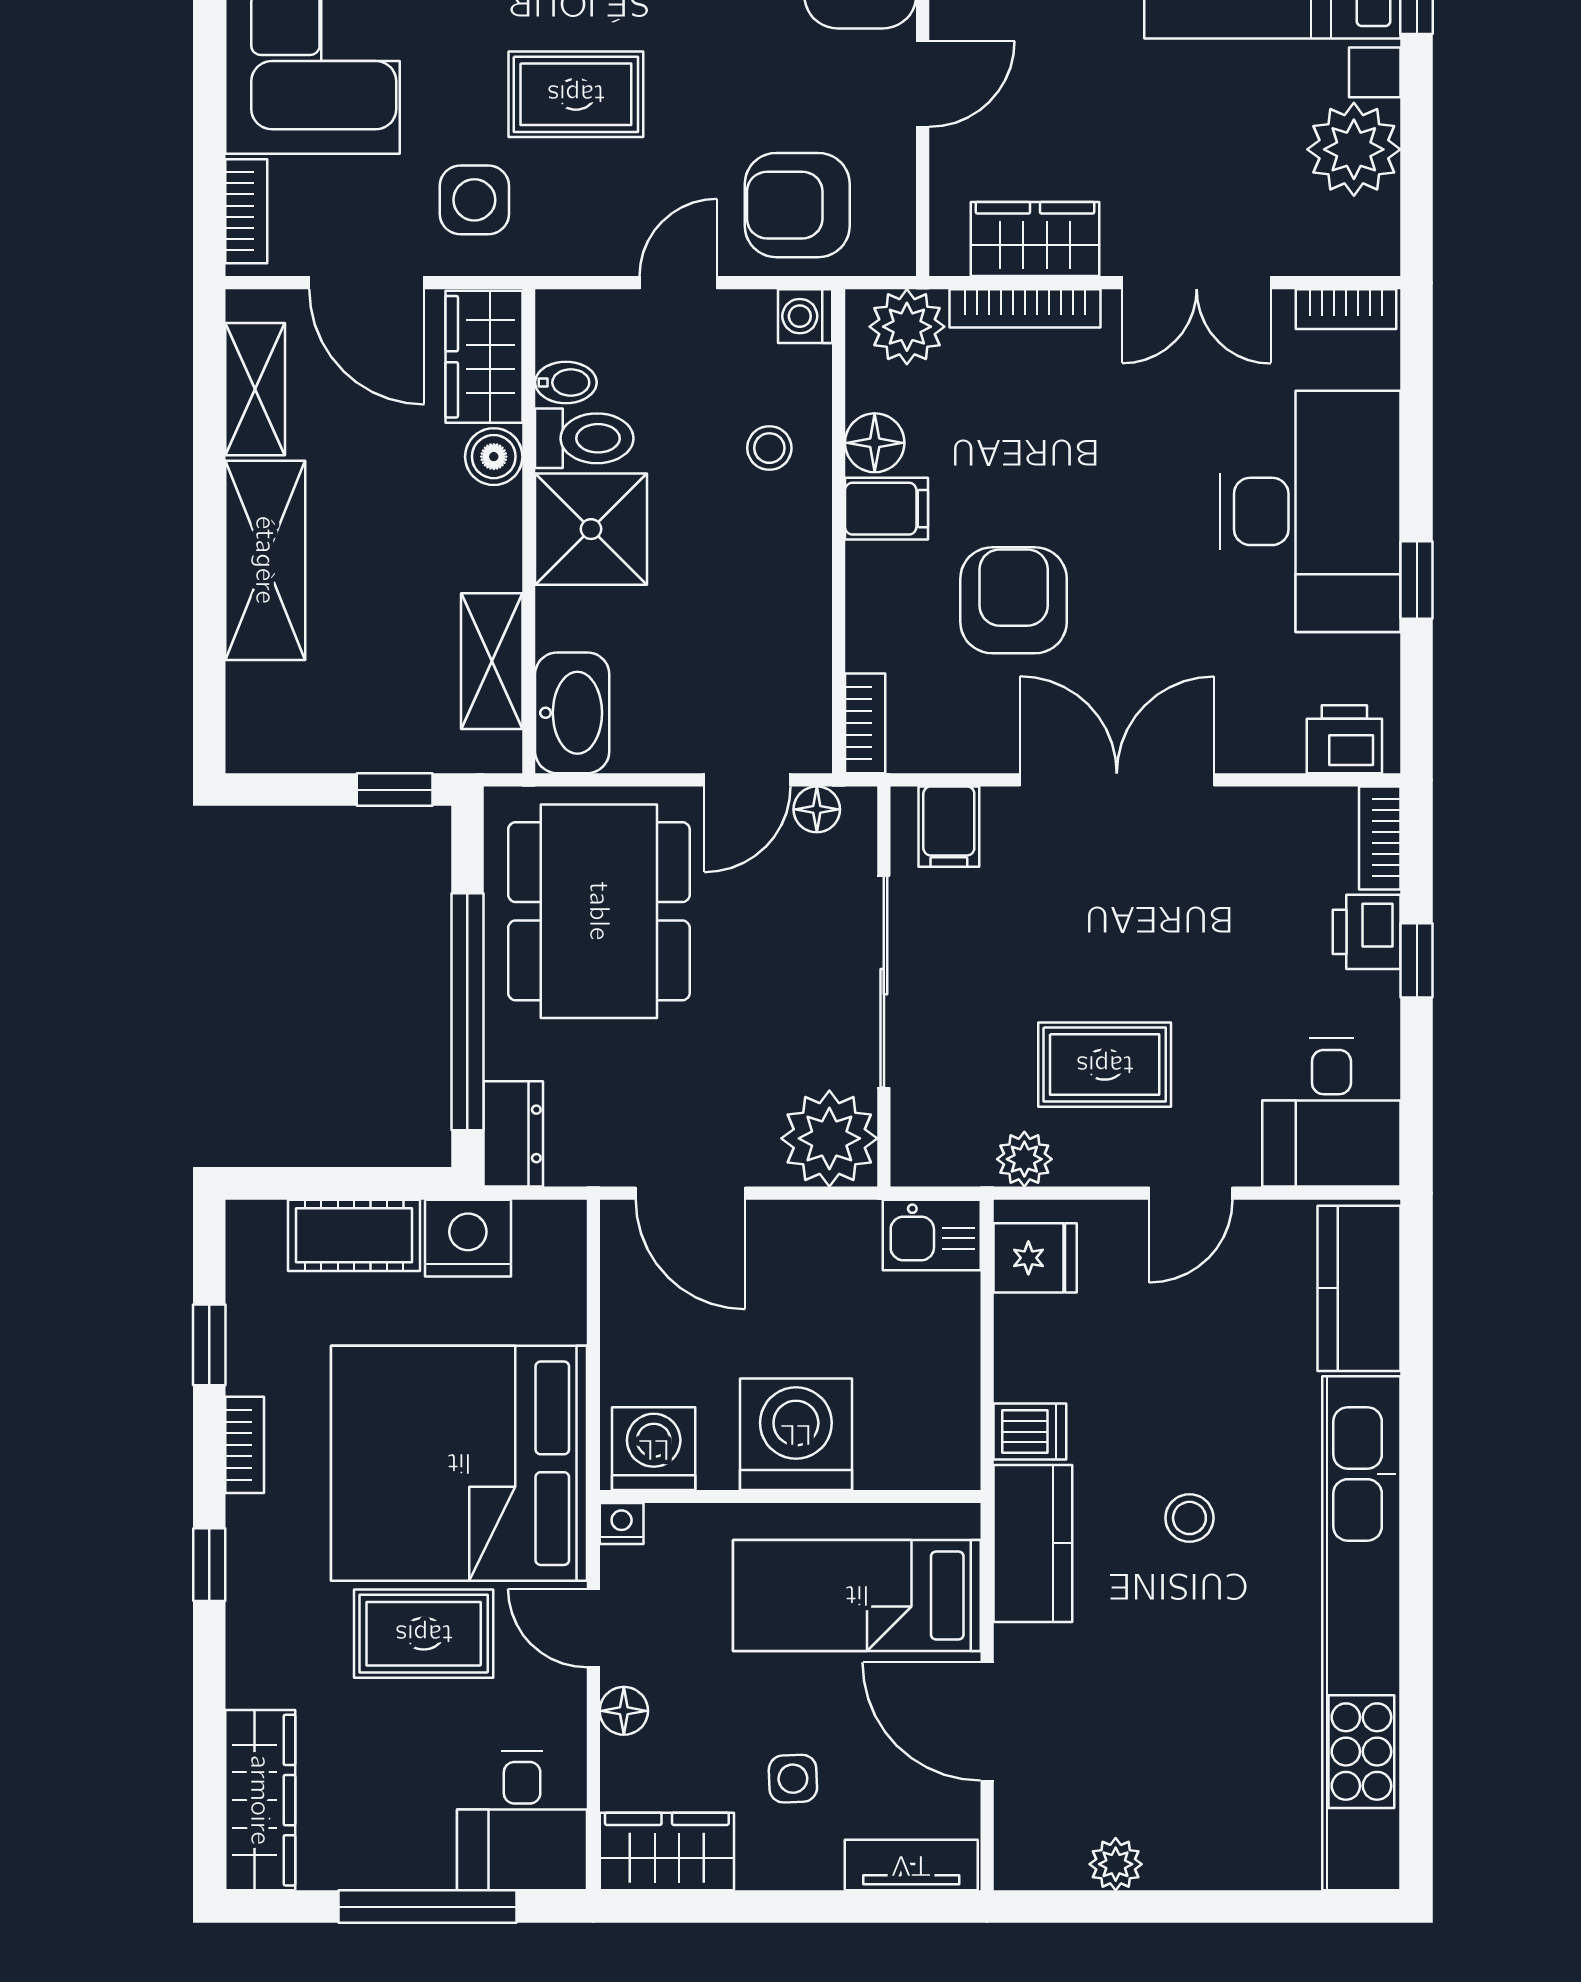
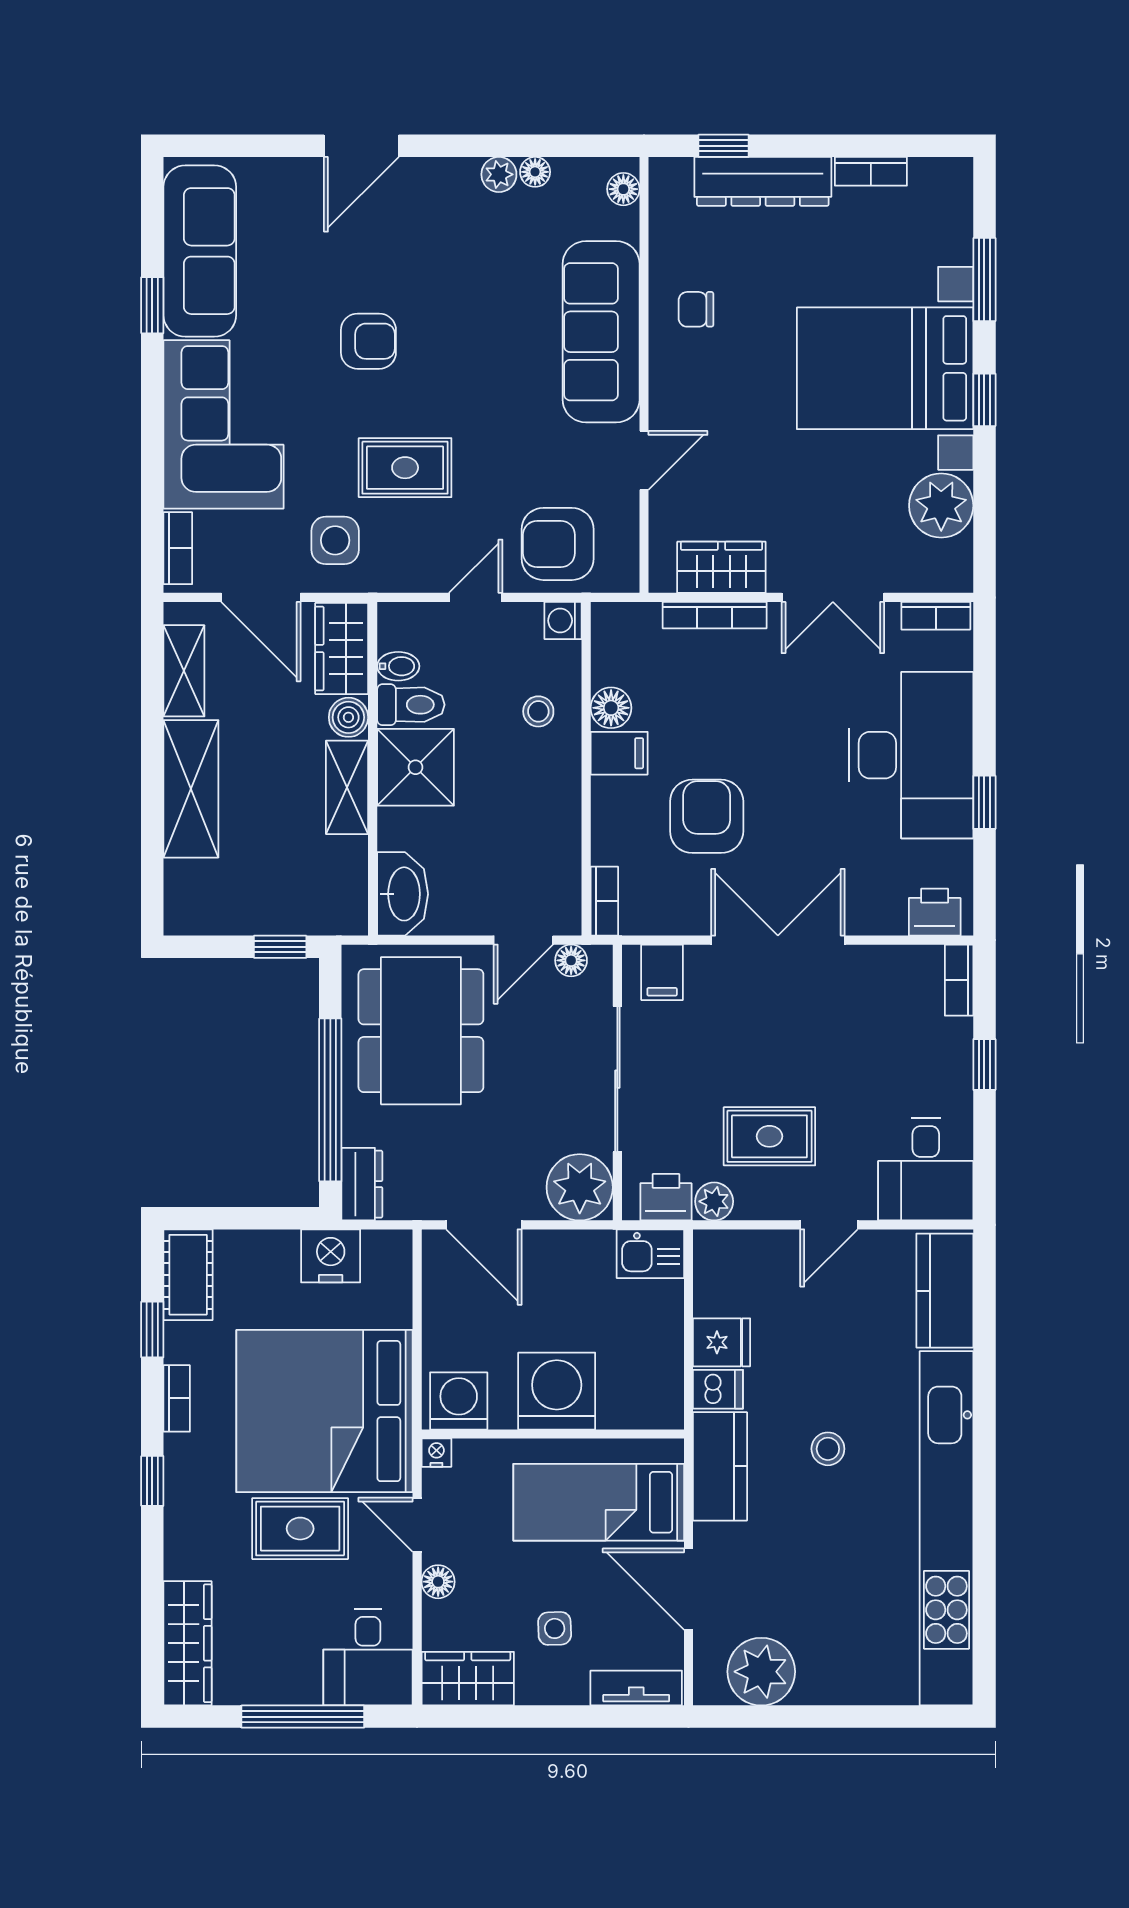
plant: (907, 327) -> (633, 628), removed
shelving: (492, 661) -> (347, 787), moved
printer: (1367, 932) -> (666, 1197), moved, turned 90
cot: (354, 1235) -> (188, 1275), moved, turned 90
fridge: (1035, 1258) -> (722, 1342), moved
plant: (1116, 1864) -> (761, 1672), width x1.87, depth x1.87

